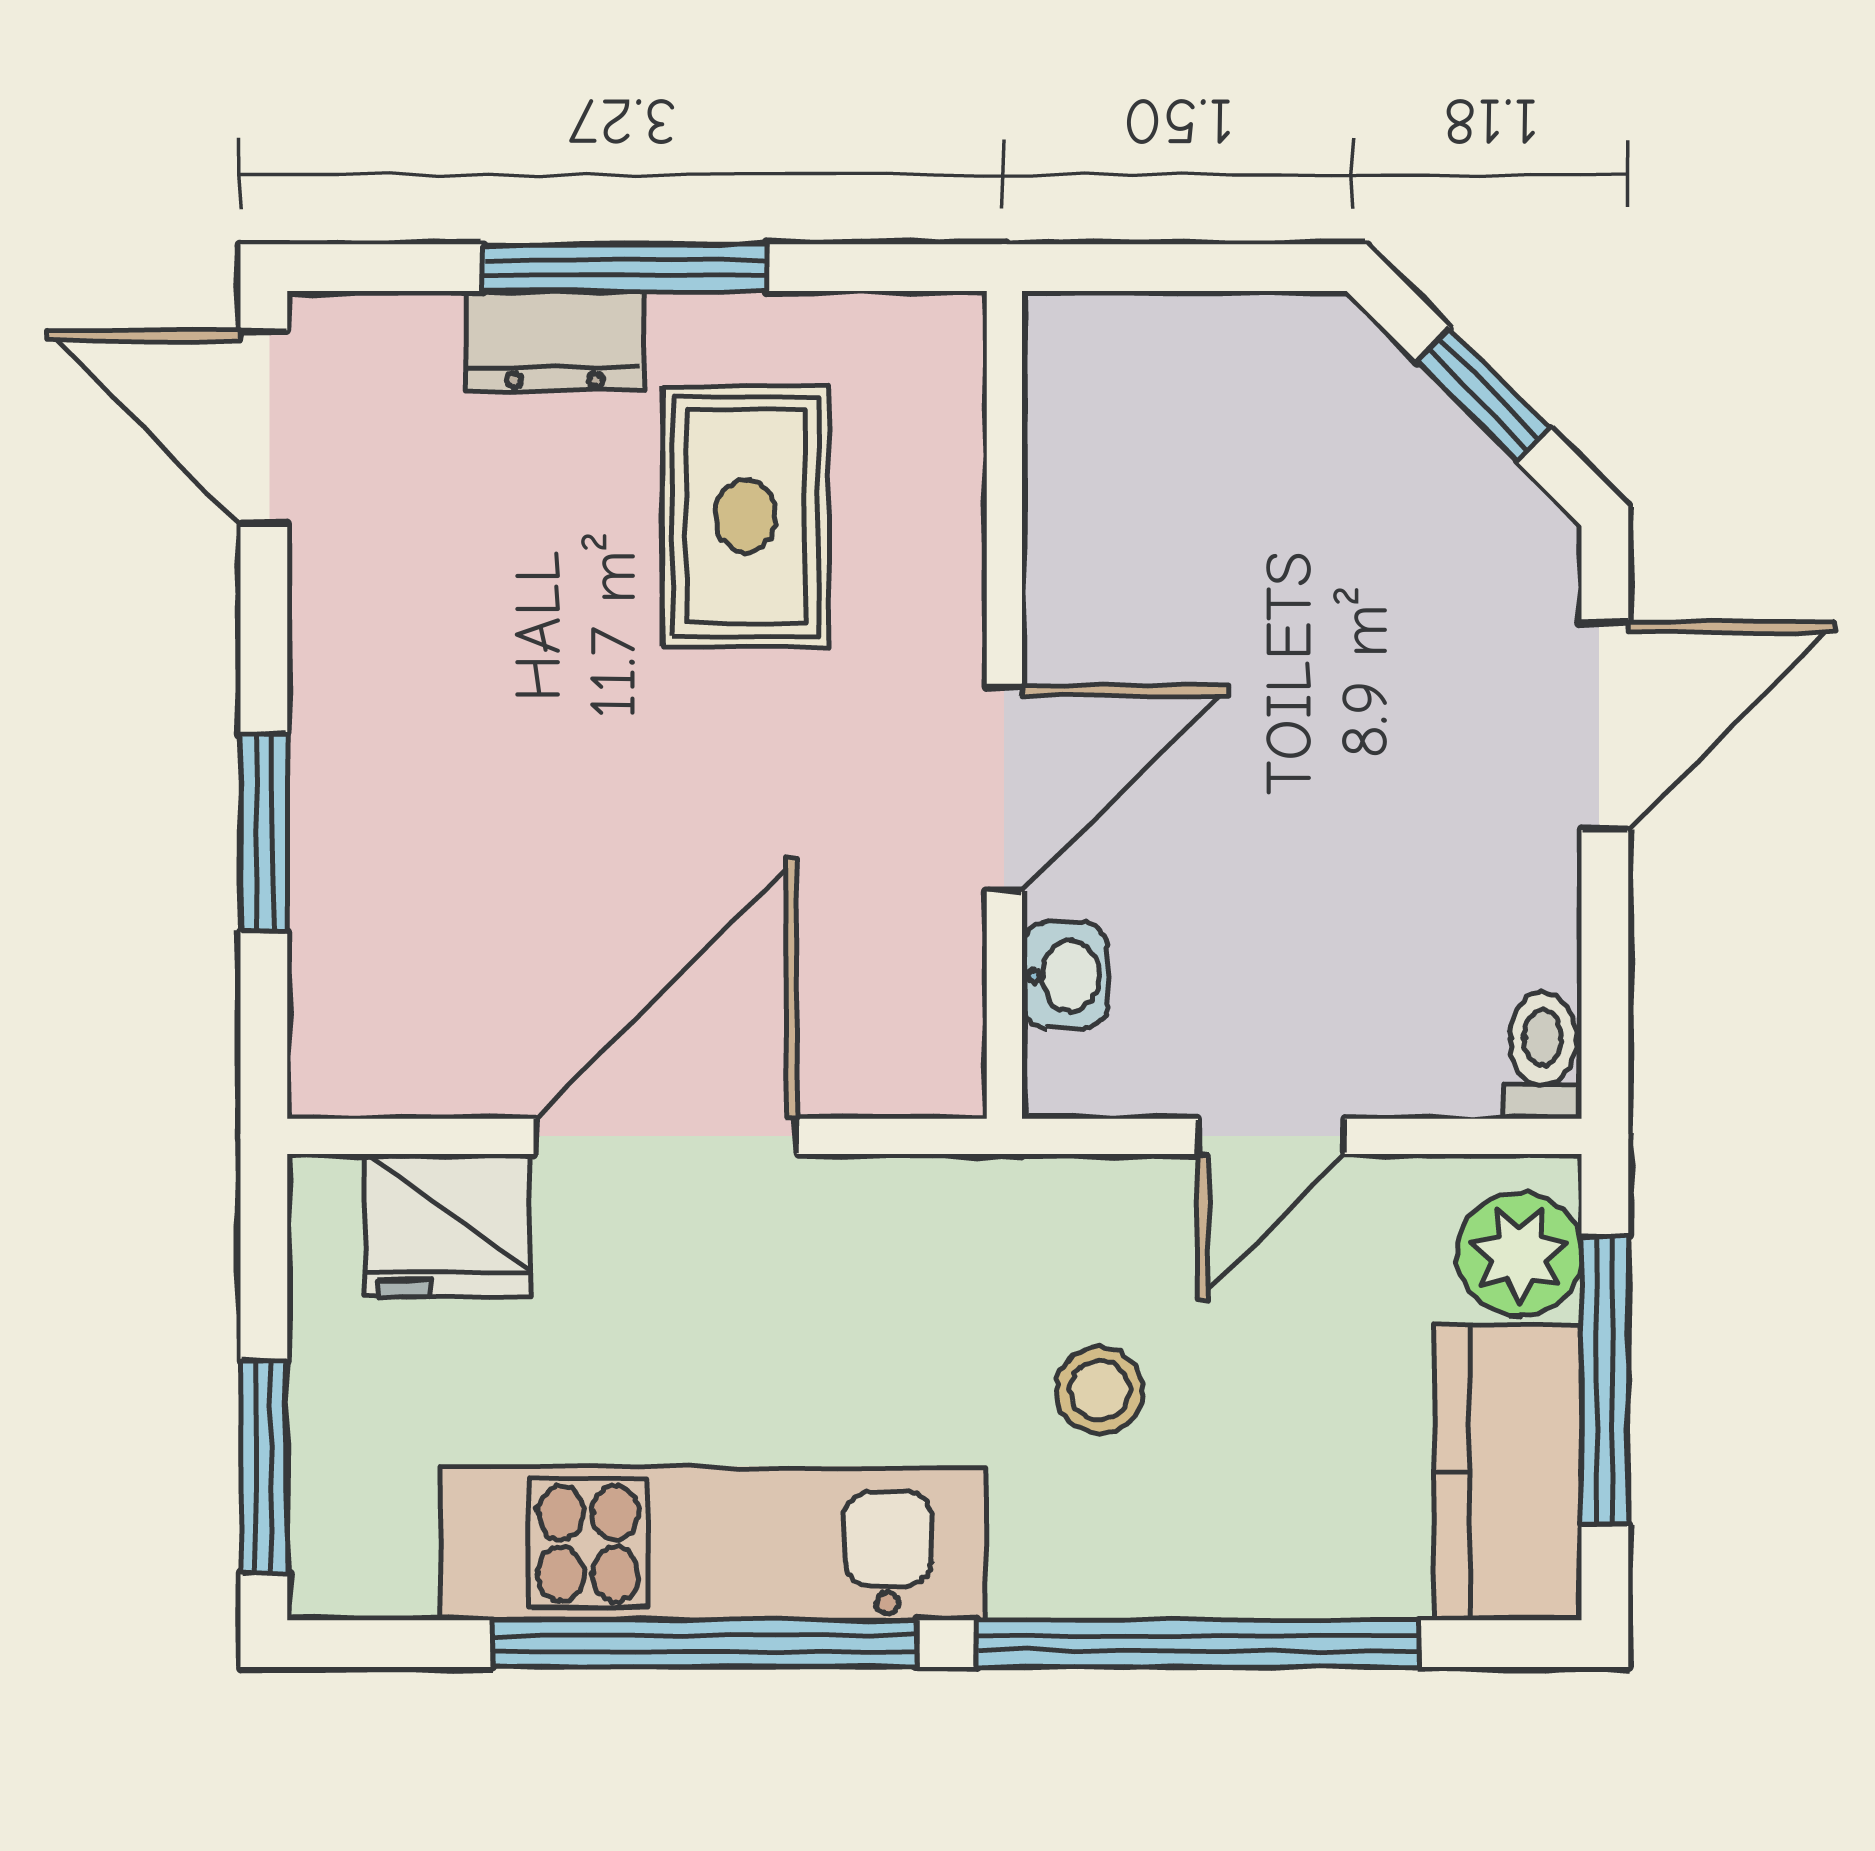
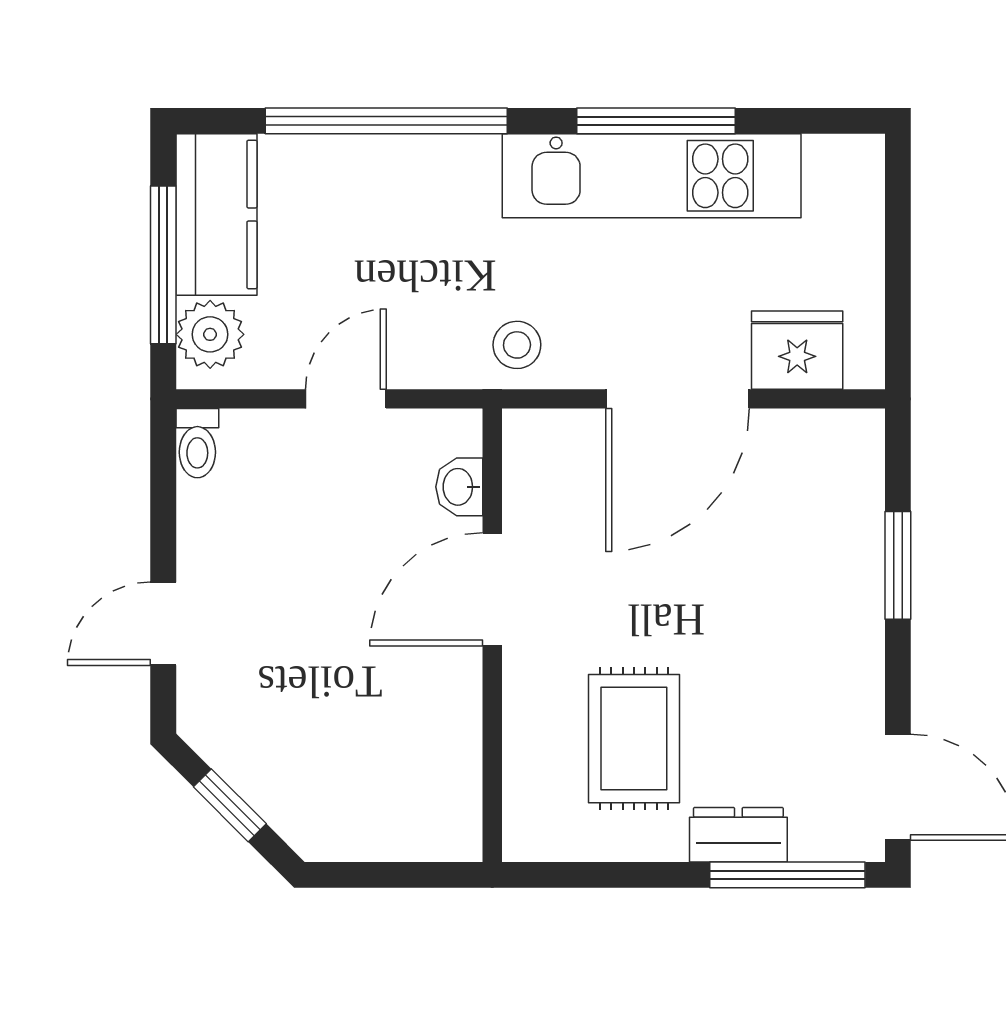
window: (624, 268) -> (787, 875), moved
door: (1605, 726) -> (163, 624), width x0.73
stool: (1100, 1390) -> (517, 345), moved
window: (264, 1467) -> (898, 218), removed
window: (705, 1644) -> (656, 121), width x0.68

